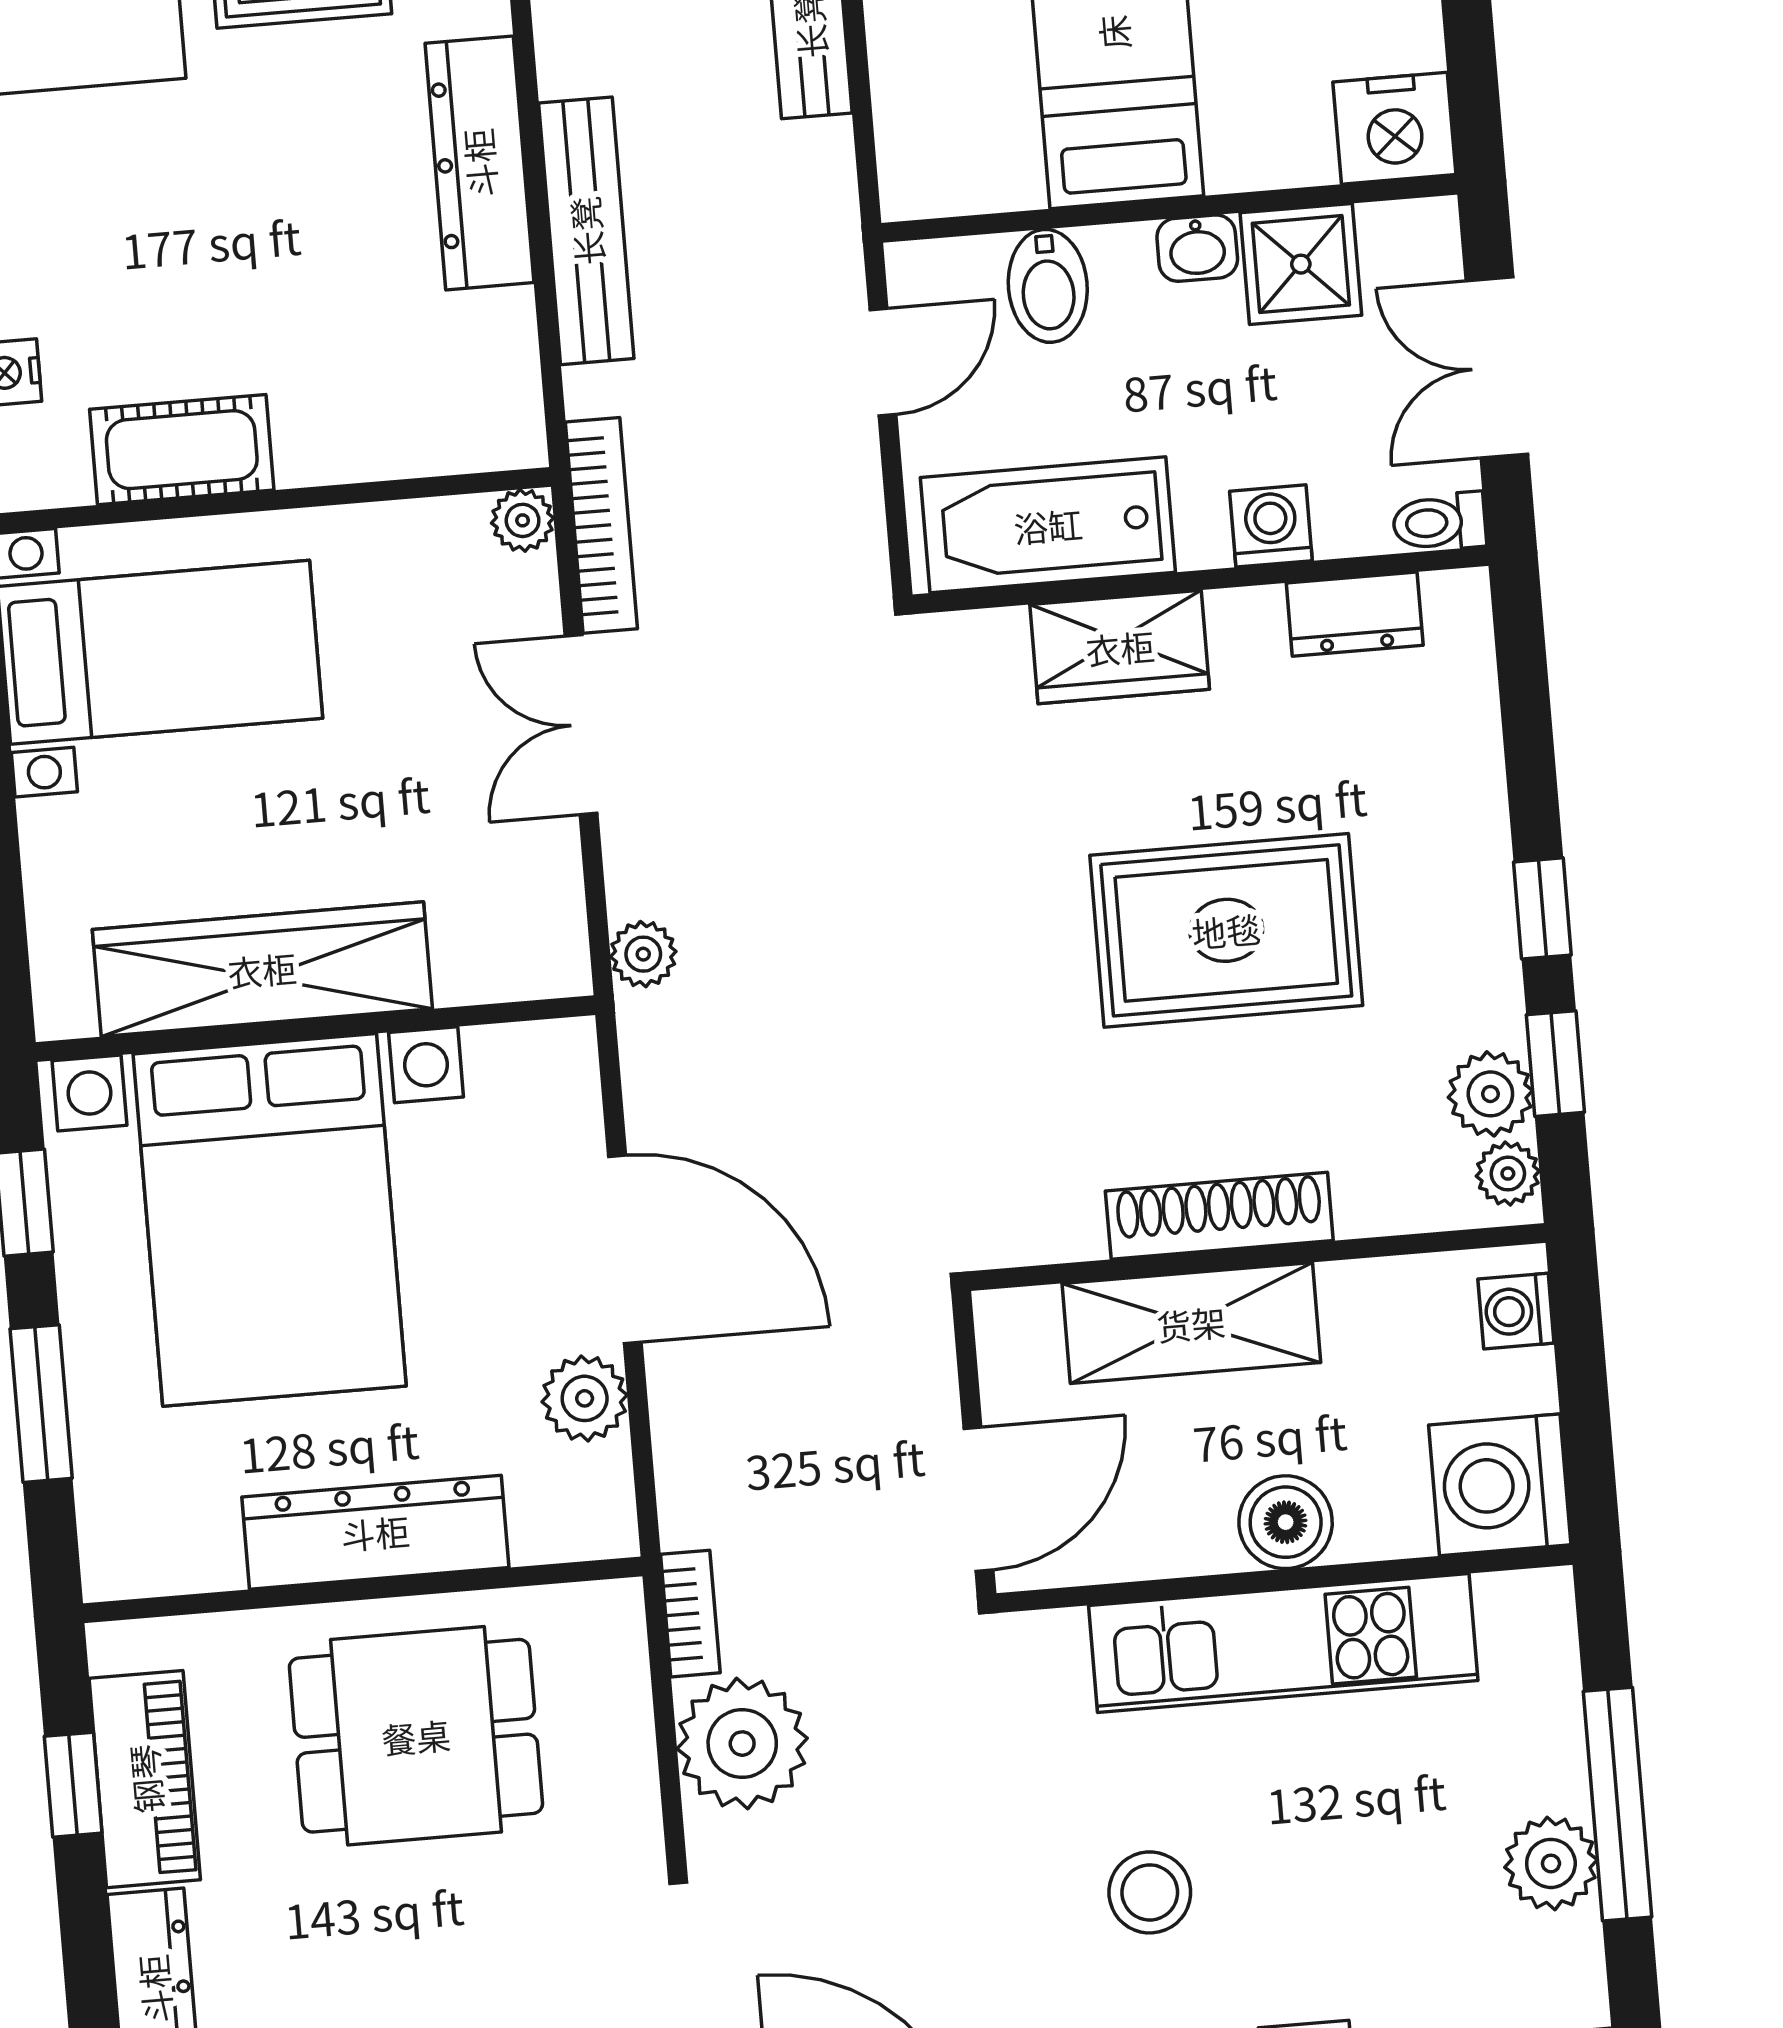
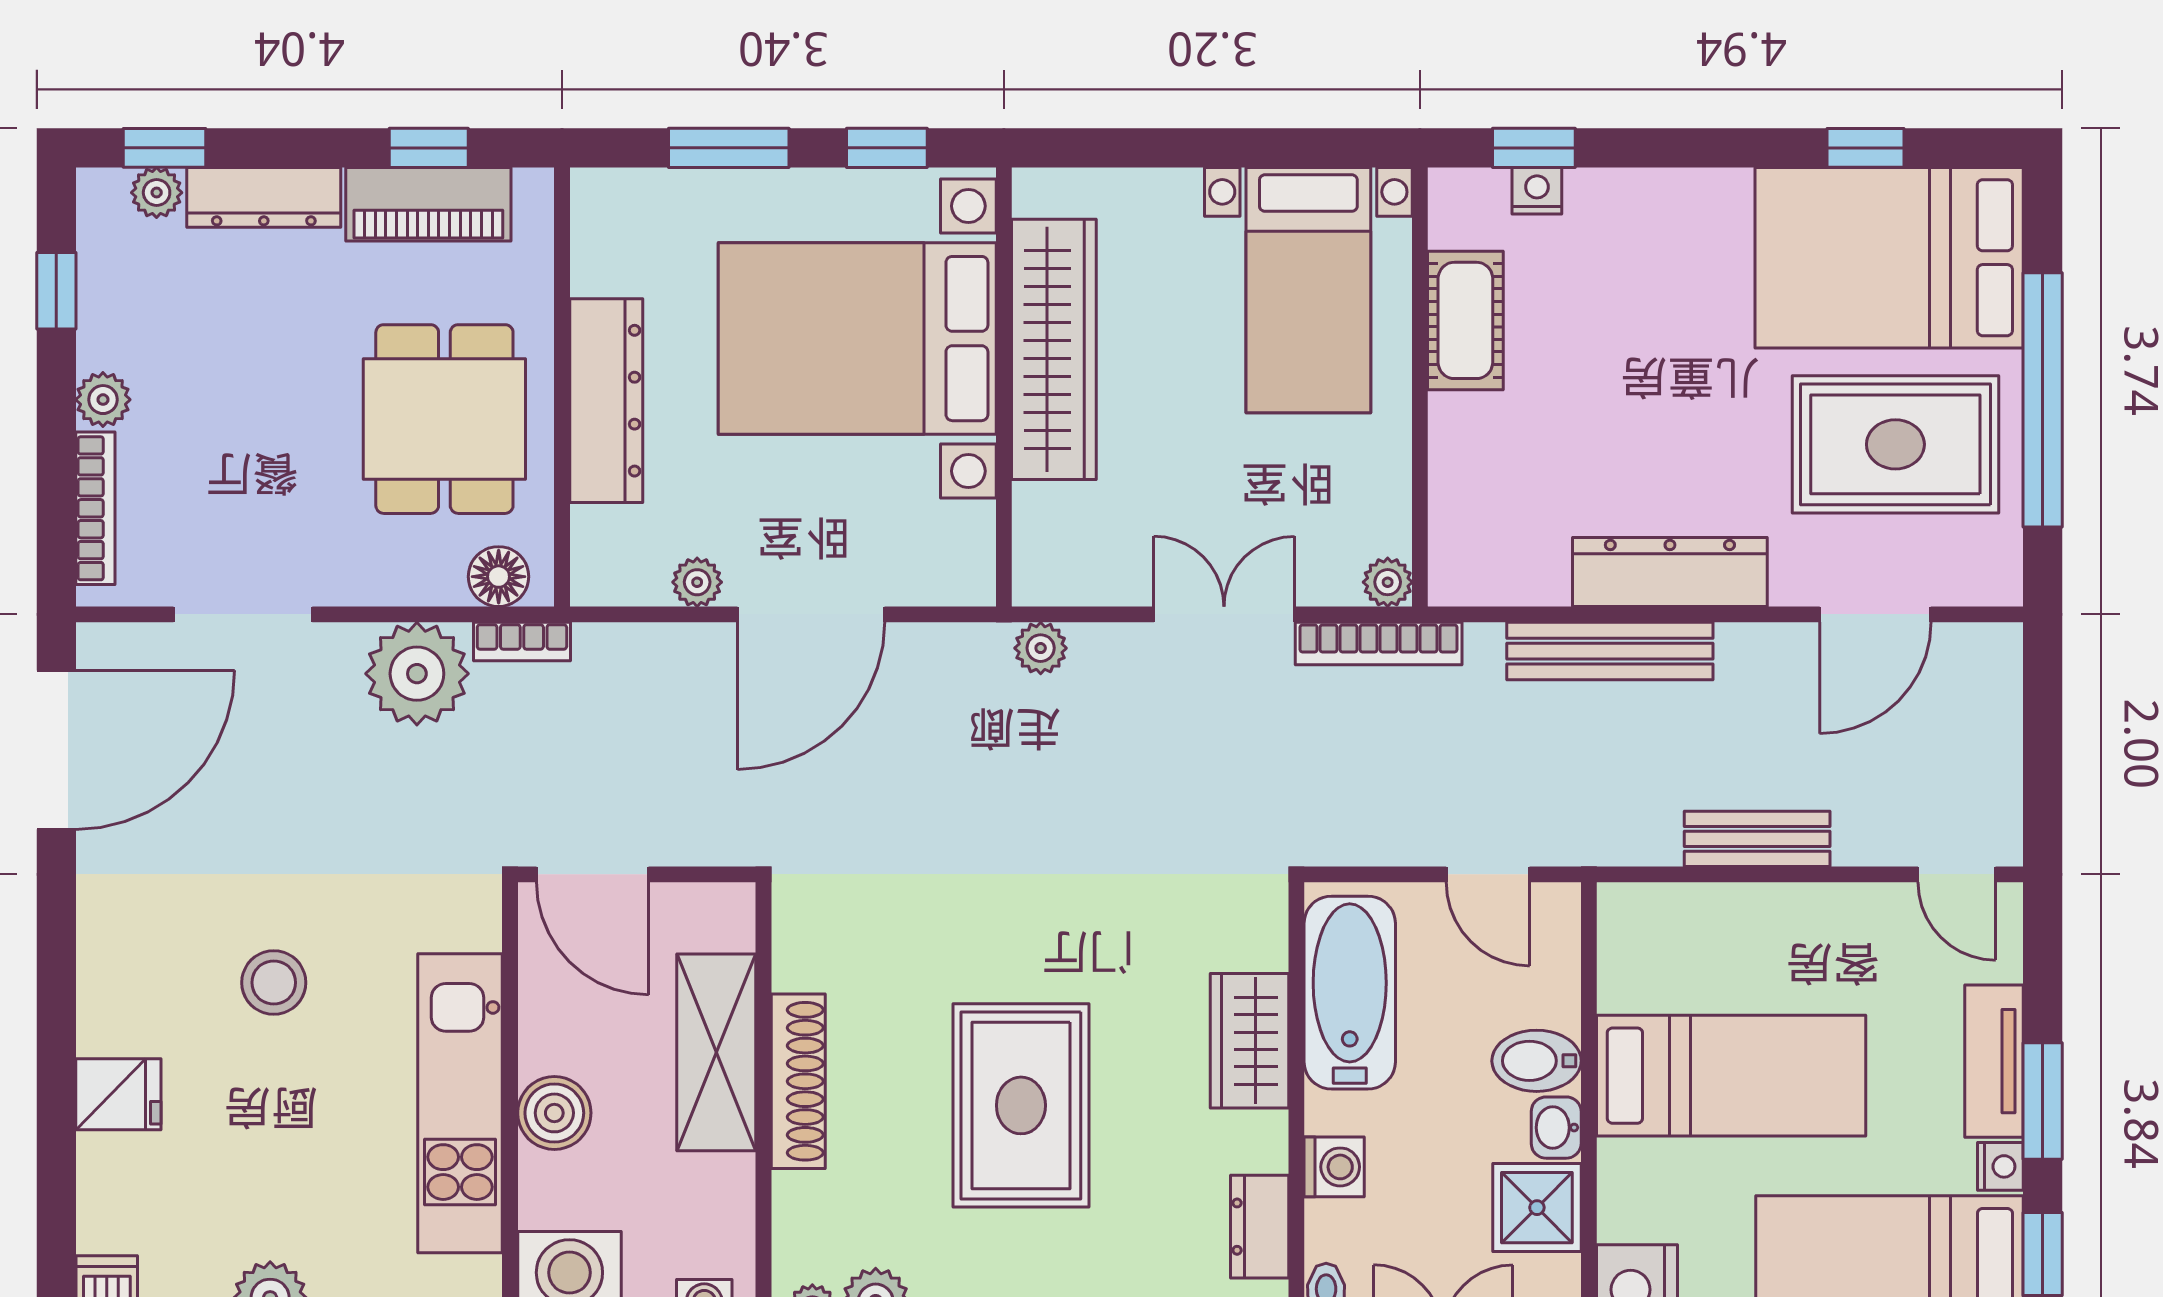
bidet: (1048, 286) -> (1537, 1061), moved
plant: (585, 1398) -> (697, 582), width x0.73, depth x0.73
floor lamp: (610, 1650) -> (499, 577), added

